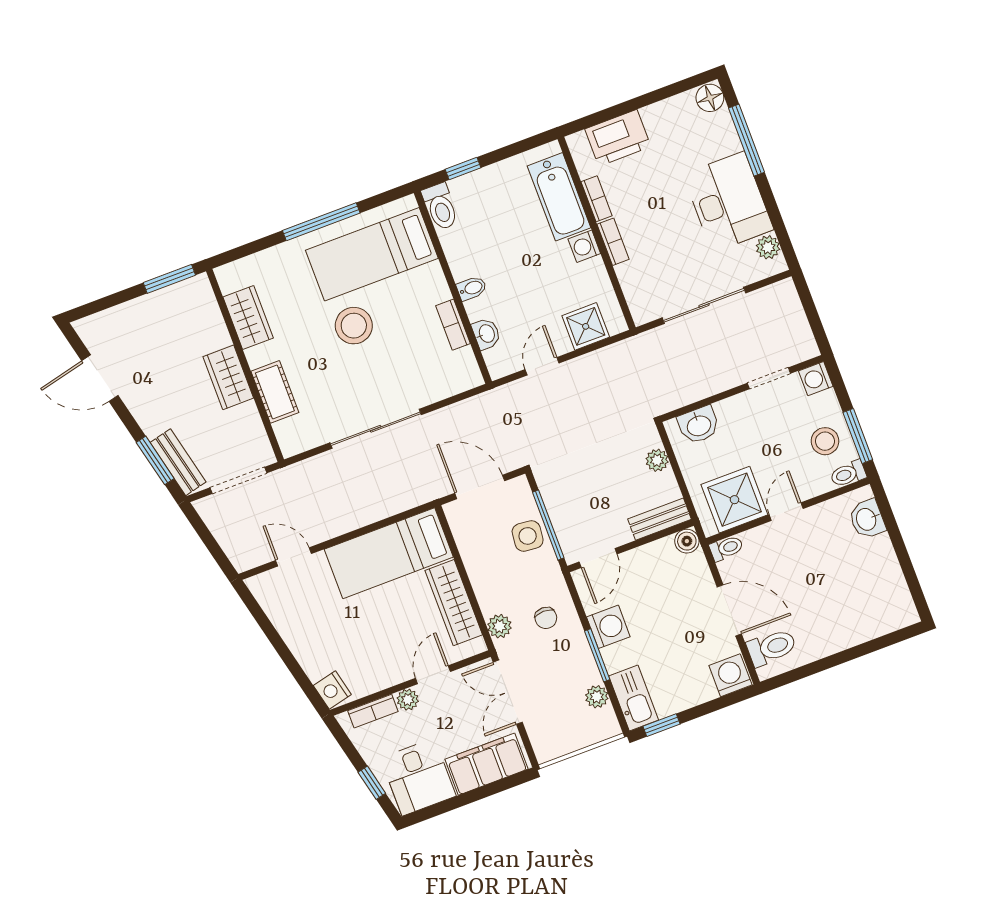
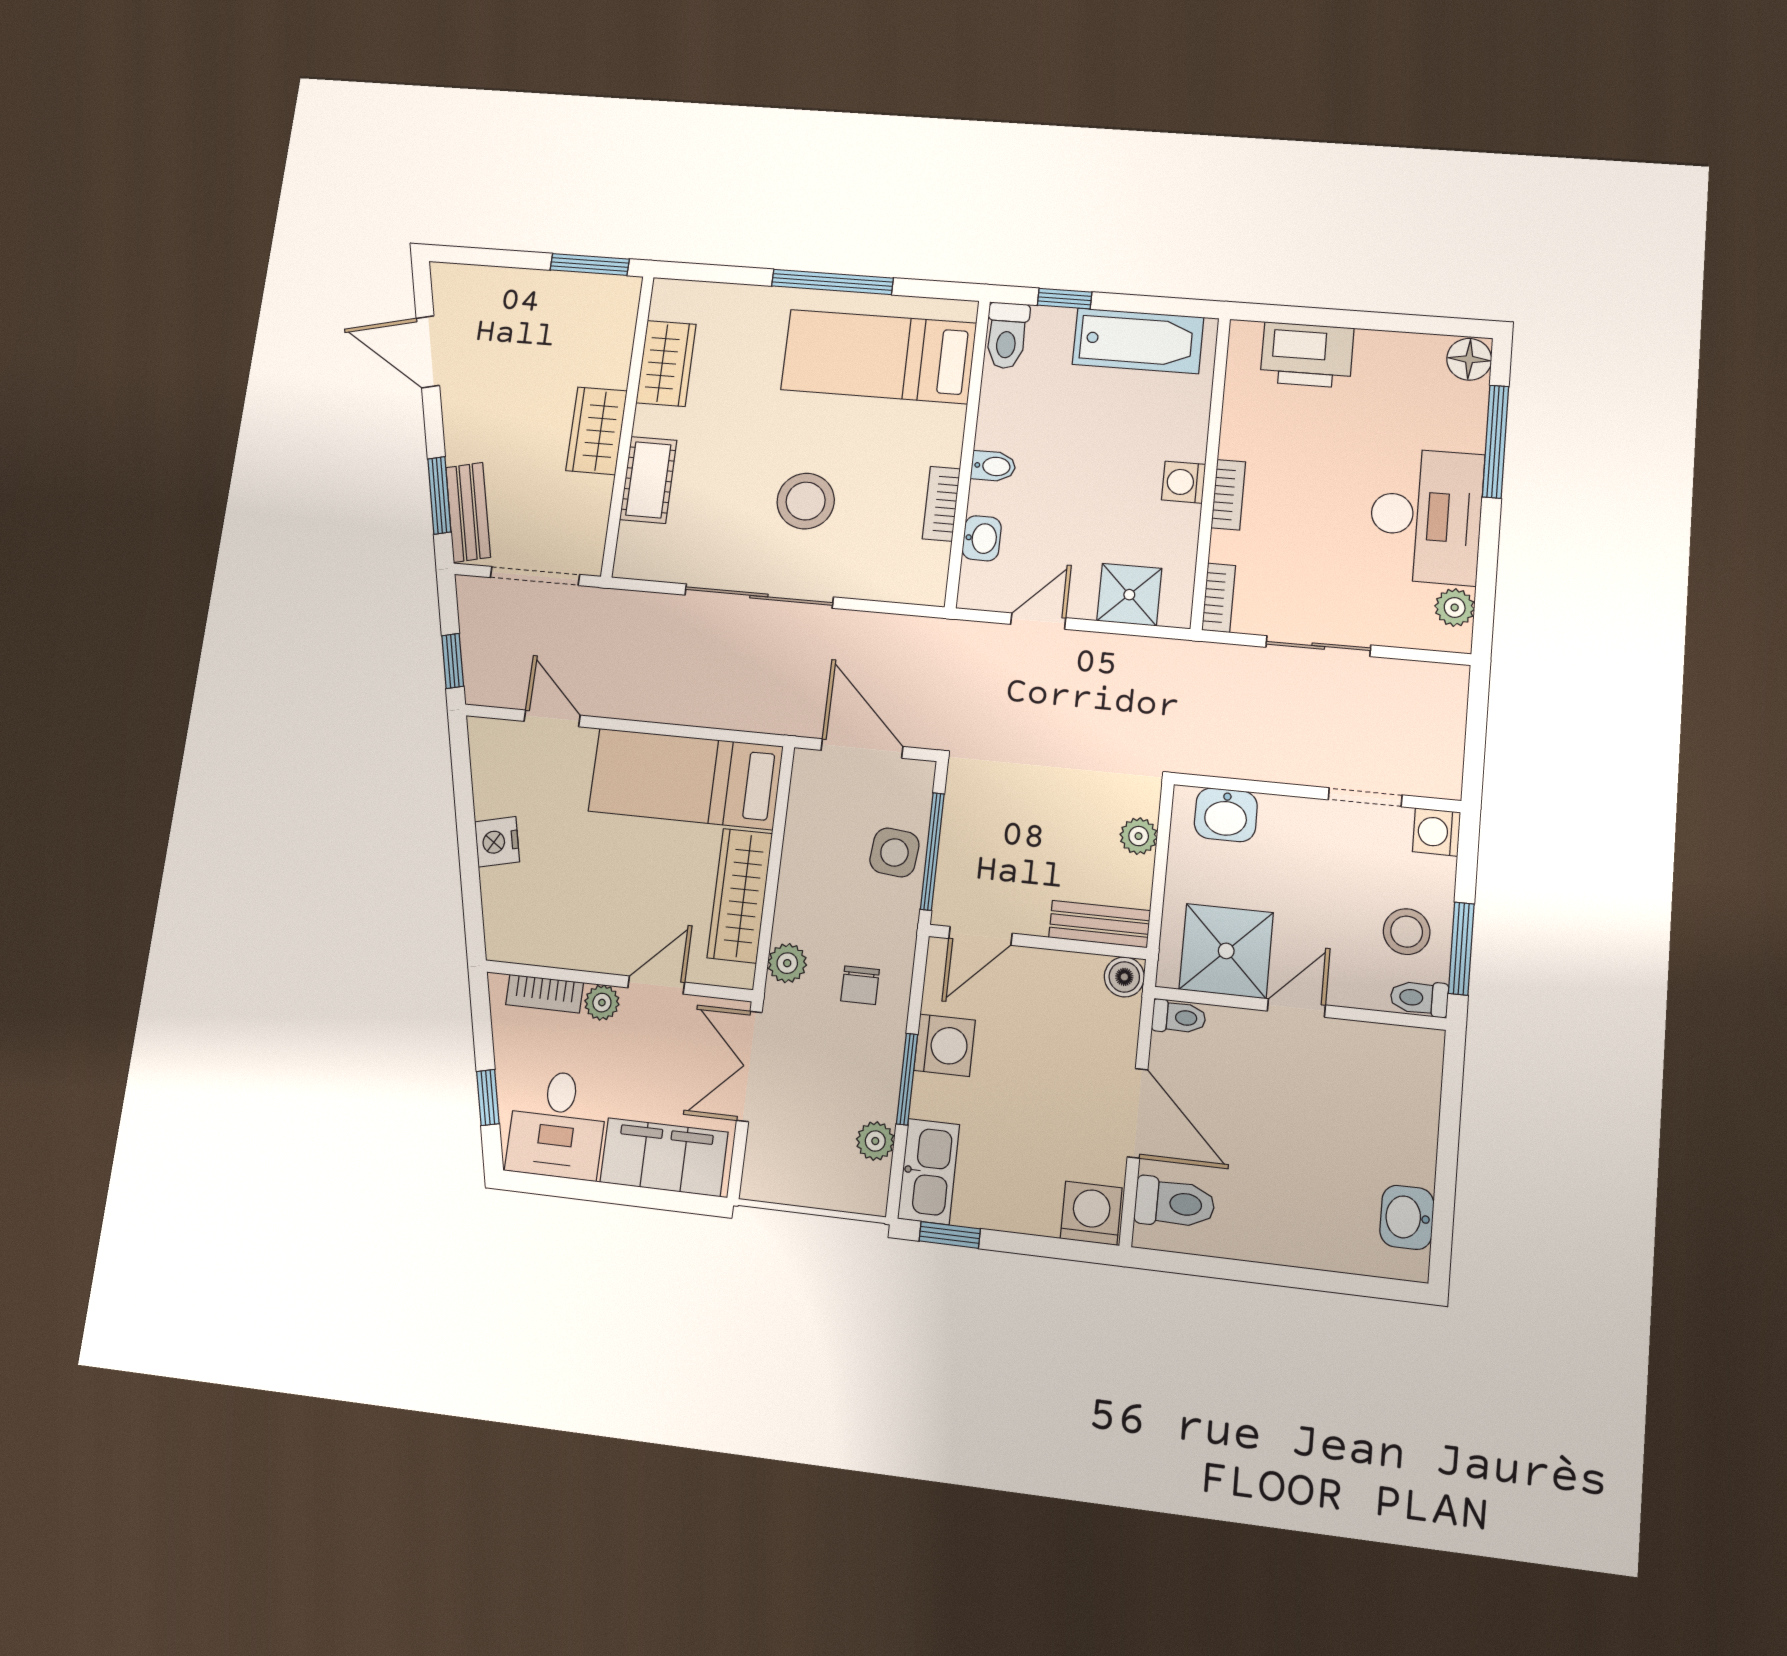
bathtub: (559, 197) -> (1138, 341), moved, turned -90
bookcase: (597, 199) -> (1219, 598), moved
sliding door: (704, 305) -> (1318, 646), width x0.73
stool: (354, 326) -> (806, 501), moved
washbasin: (867, 519) -> (1407, 1217), moved
window: (217, 553) -> (453, 661), added
nightstand: (332, 690) -> (497, 842), moved

